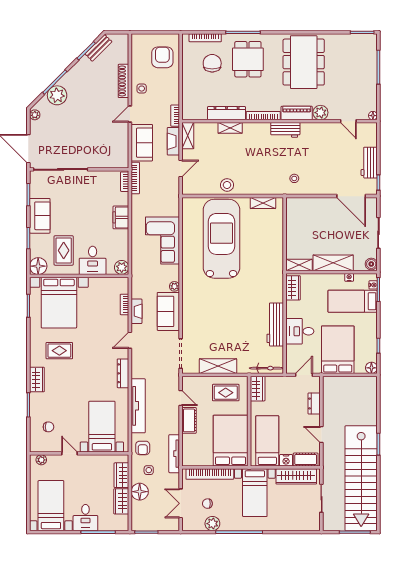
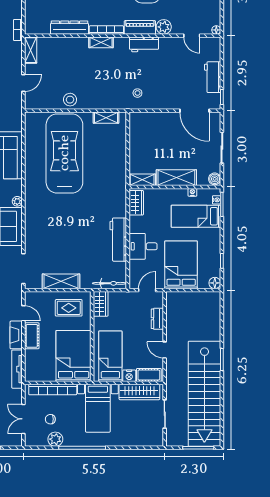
shelving: (230, 128) -> (101, 42), moved
workbench: (285, 130) -> (144, 44), moved
fireplace: (173, 141) -> (16, 335), moved

